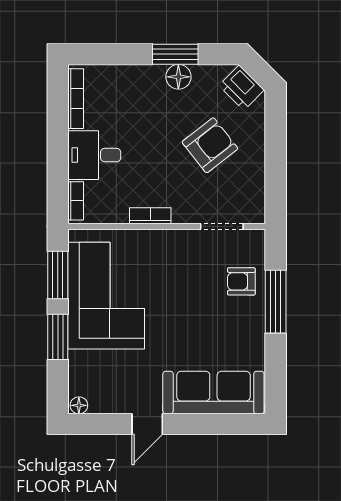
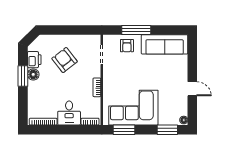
printer: (241, 88) -> (34, 60), moved, turned -45
window: (58, 337) -> (167, 130), moved
sofa: (213, 393) -> (165, 44), moved, turned -90

